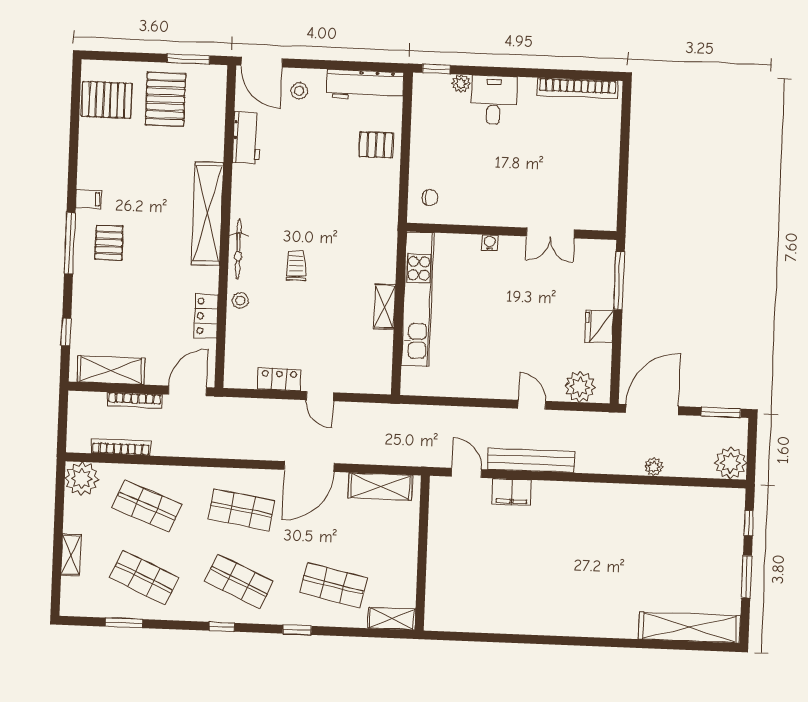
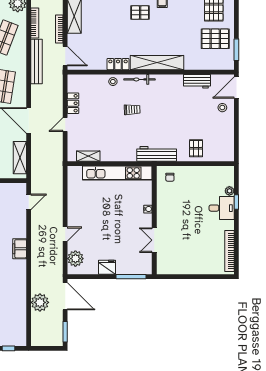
window: (436, 69) -> (236, 202), moved
workbench: (365, 85) -> (157, 154), moved, turned 90
shelving: (384, 306) -> (88, 156), moved
locker: (206, 316) -> (118, 64), moved
bench: (531, 460) -> (37, 61), moved
plant: (731, 463) -> (39, 338), removed
plant: (654, 467) -> (40, 302), width x1.87, depth x1.87
filing cabinet: (512, 492) -> (20, 249), moved

